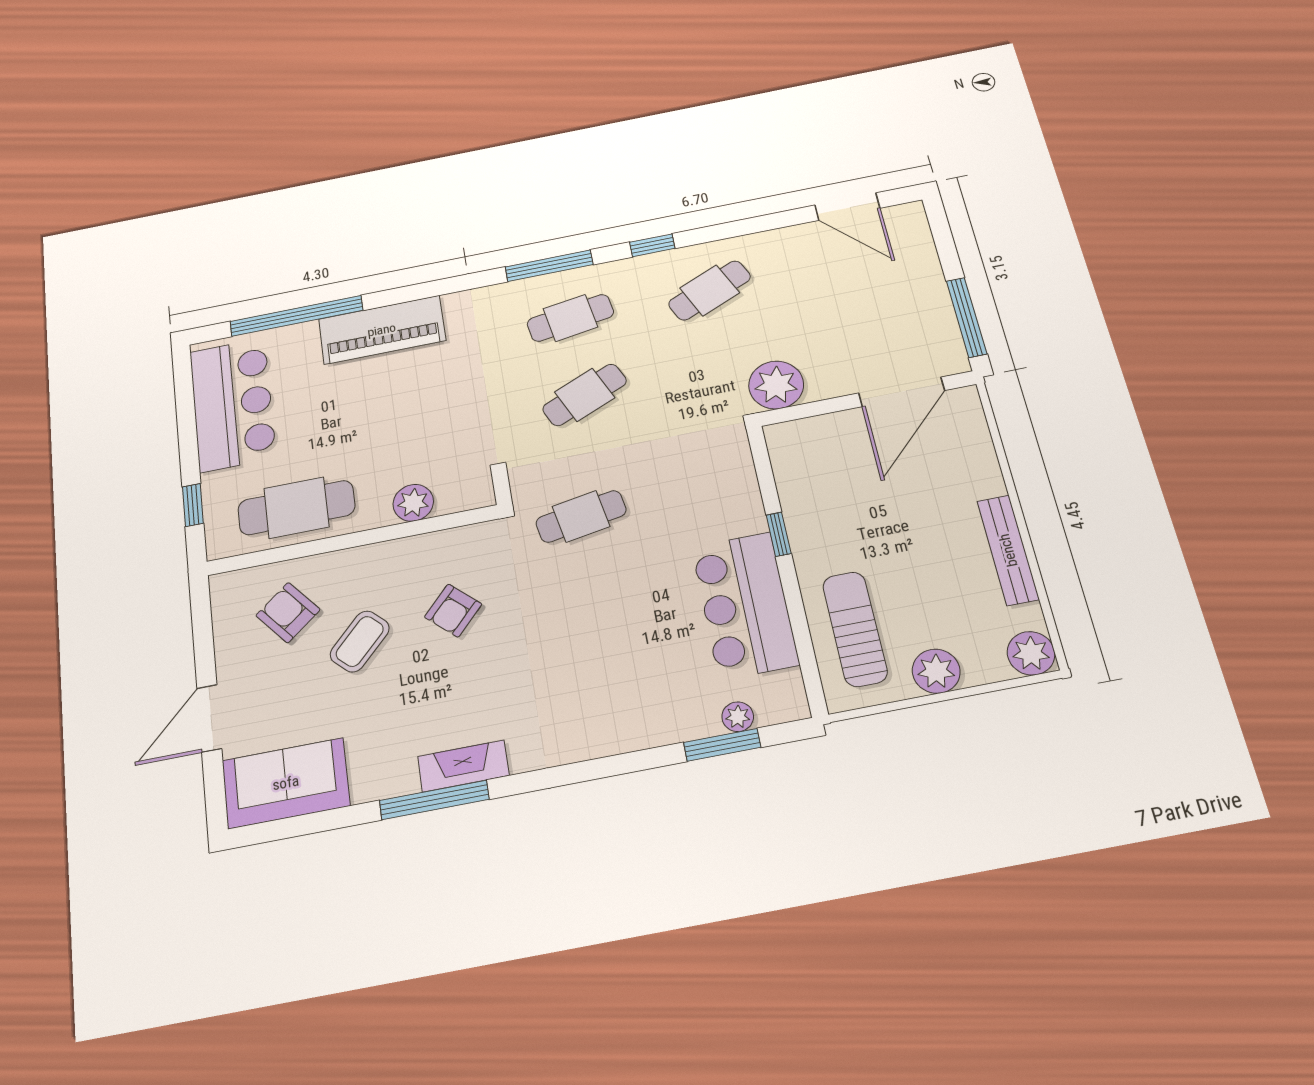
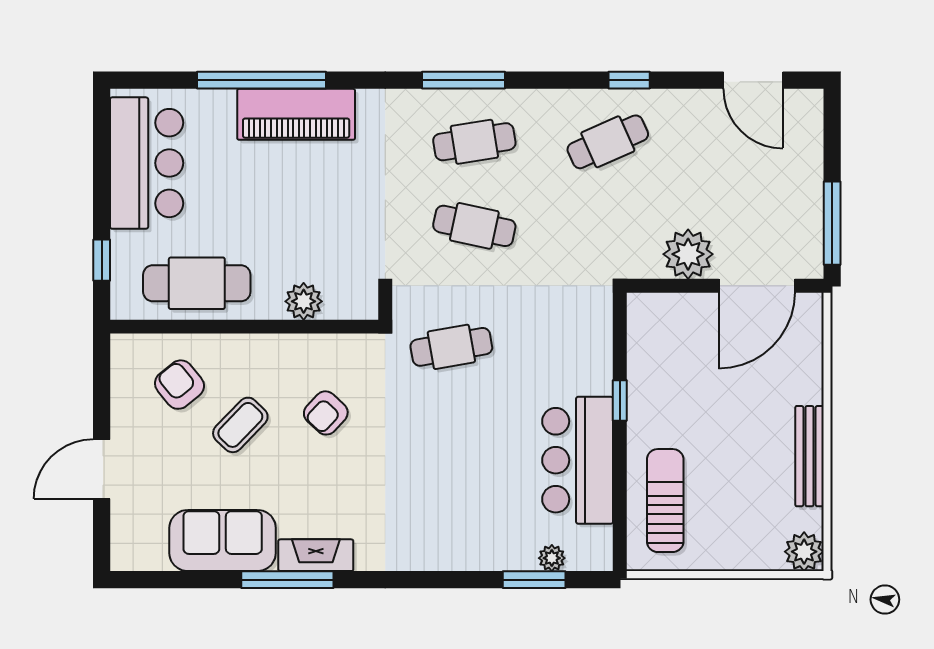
window: (652, 245) -> (629, 80), moved
window: (296, 316) -> (262, 80), moved
plant: (776, 385) -> (688, 254), moved
cafe table: (585, 395) -> (474, 226), turned 36
plant: (936, 671) -> (723, 551), removed
sofa: (286, 783) -> (223, 541), moved

